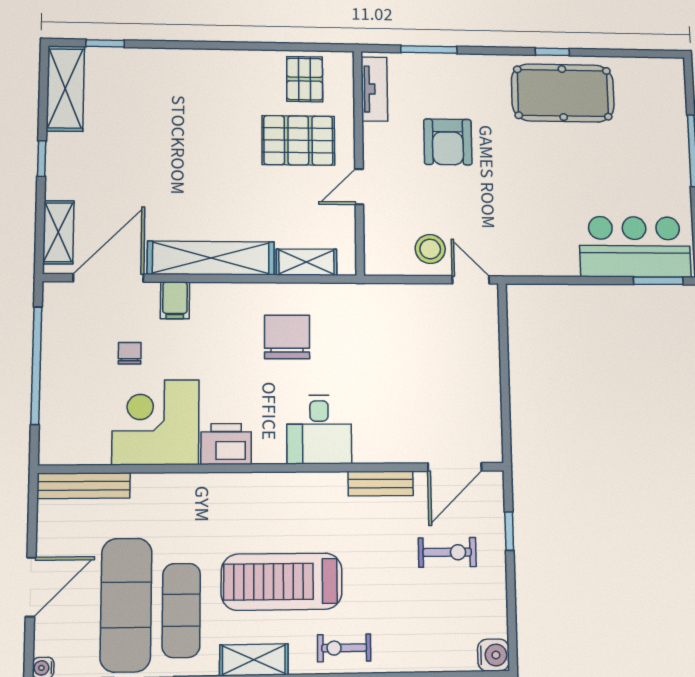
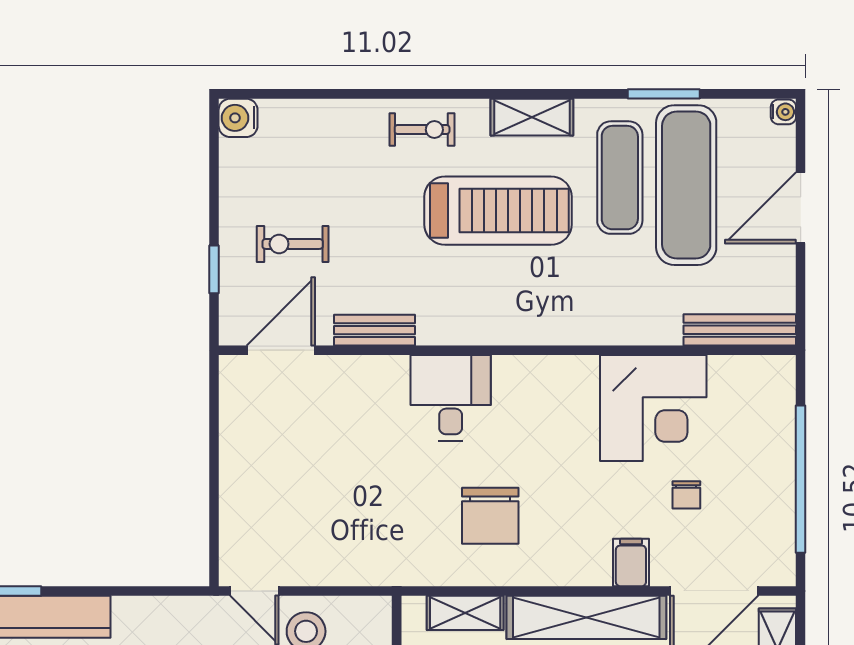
printer: (226, 444) -> (566, 380), removed

